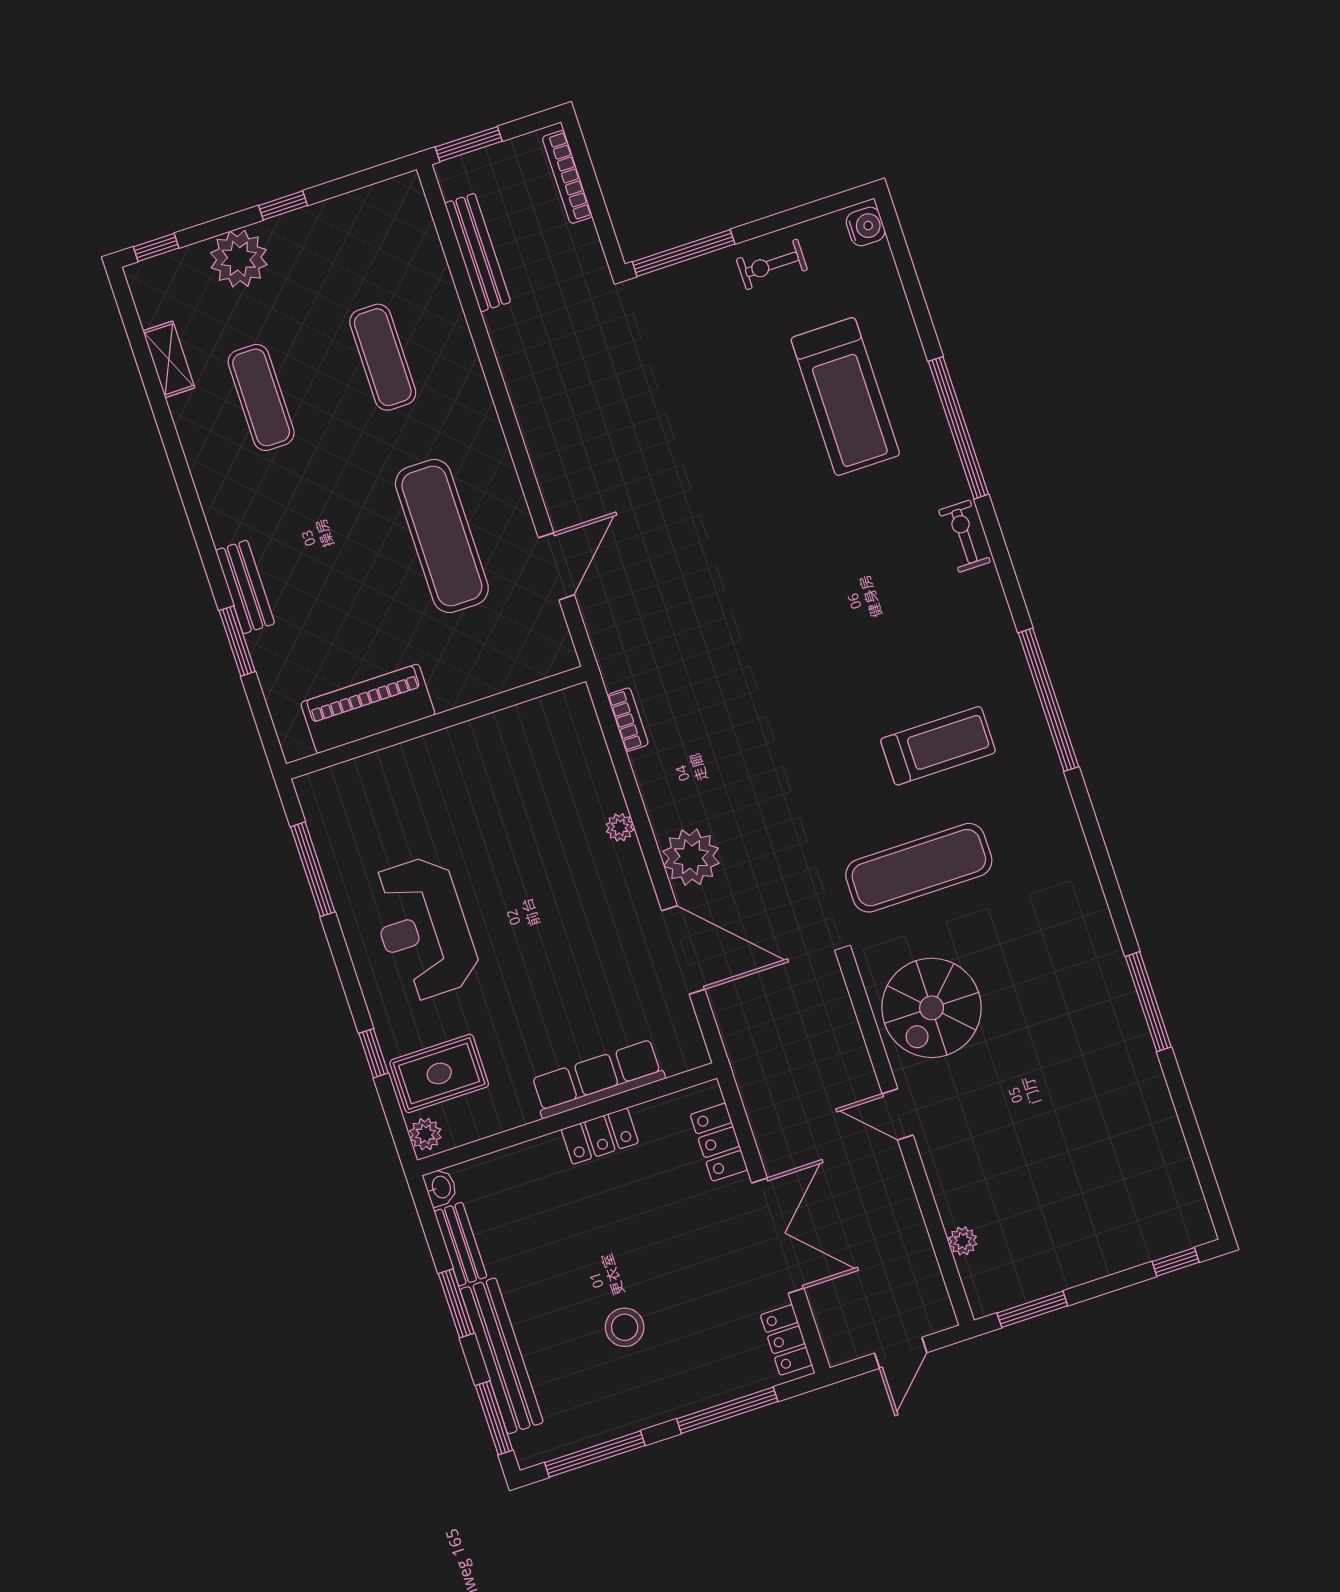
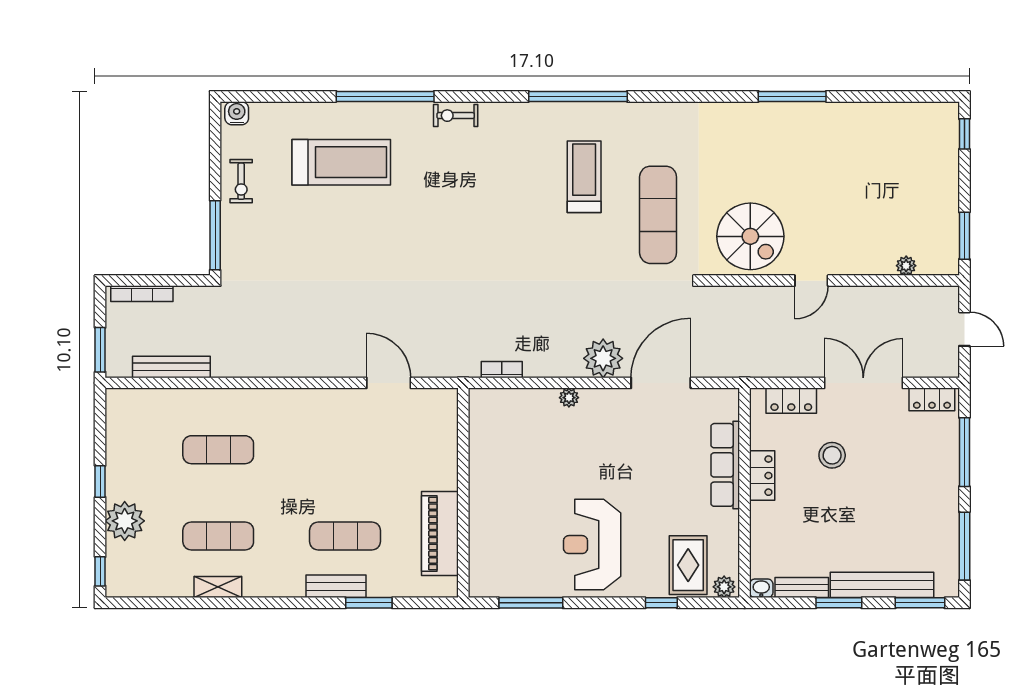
shelving: (169, 359) -> (218, 587), moved
exercise mat: (442, 536) -> (345, 536), moved, width x0.73, depth x0.69
reception desk: (423, 928) -> (592, 545), turned 90
stool: (625, 1327) -> (832, 455), moved

